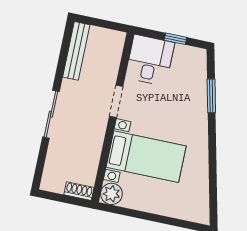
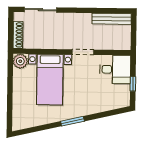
window: (211, 96) -> (72, 121), moved
sliding door: (51, 114) -> (40, 10), moved
shoe rack: (79, 191) -> (18, 35), width x1.43

